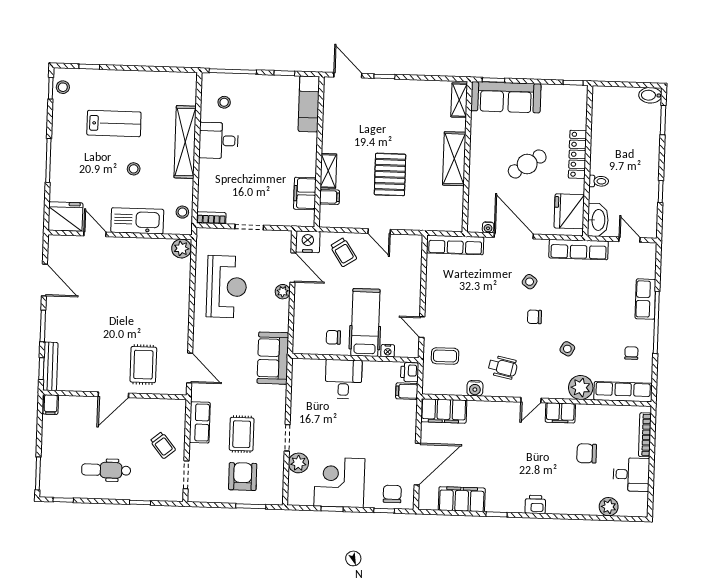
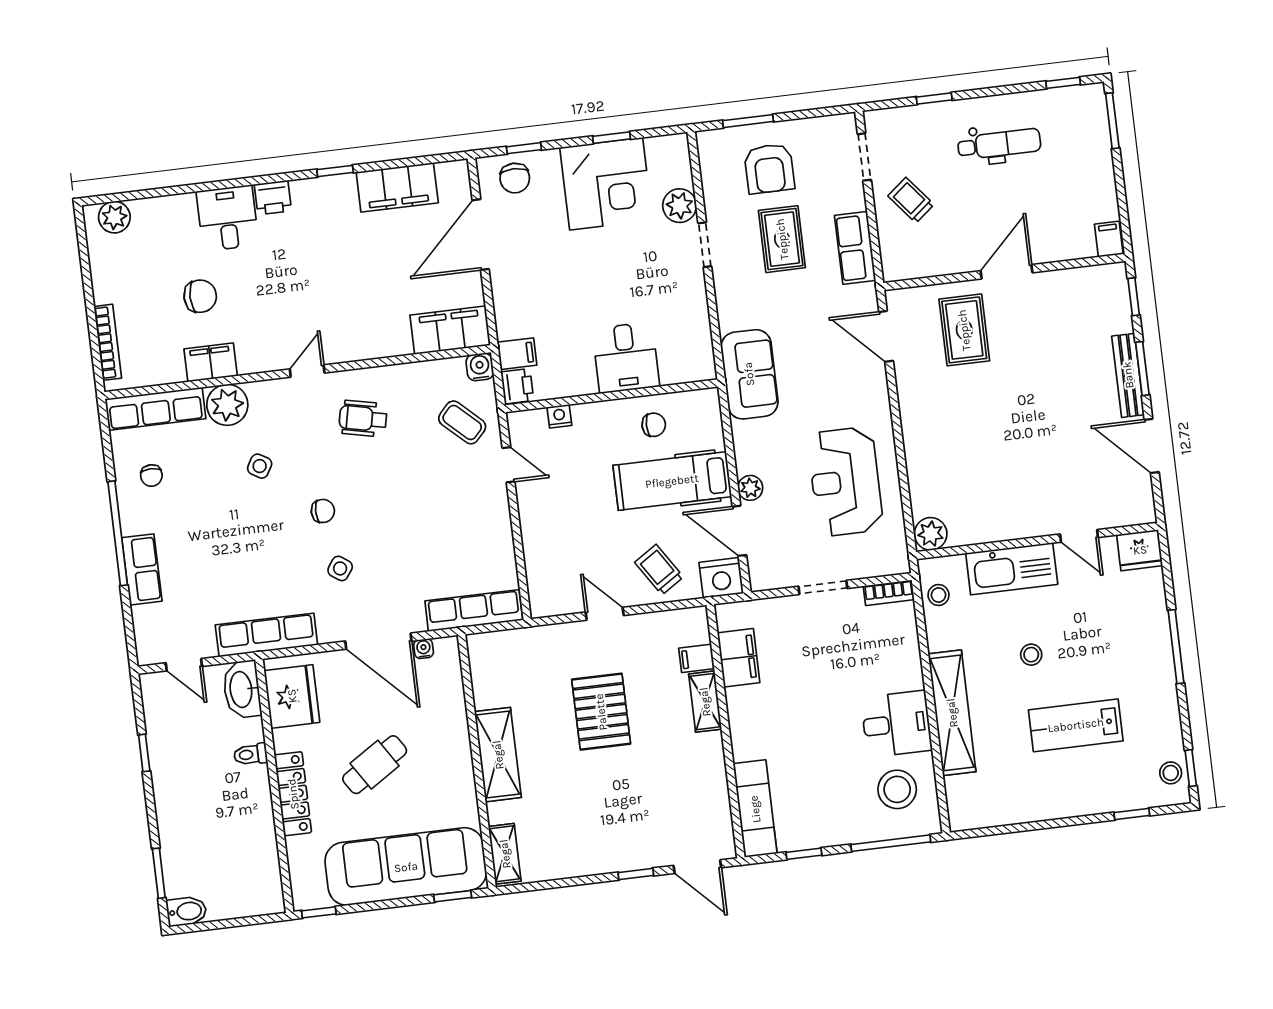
sofa: (506, 97) -> (406, 867), width x1.36, depth x1.27
stool: (224, 102) -> (897, 789), width x1.89, depth x1.89
fridge: (65, 217) -> (1140, 550), width x0.73, depth x0.75
hospital bed: (365, 323) -> (672, 481), moved, turned 90
coffee table: (445, 356) -> (462, 422), turned 43
bench: (50, 366) -> (1128, 375), moved
water cooler: (475, 388) -> (480, 367), moved
filing cabinet: (560, 413) -> (211, 362), moved
desk: (631, 474) -> (228, 218), moved, turned 90
plant: (609, 507) -> (114, 217), moved

